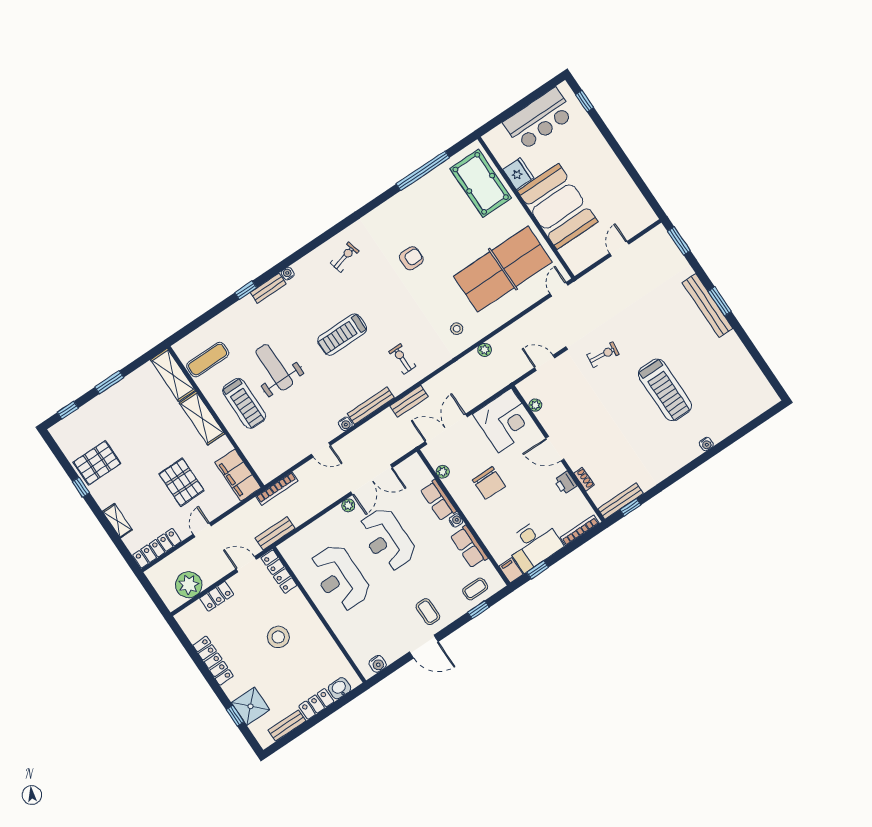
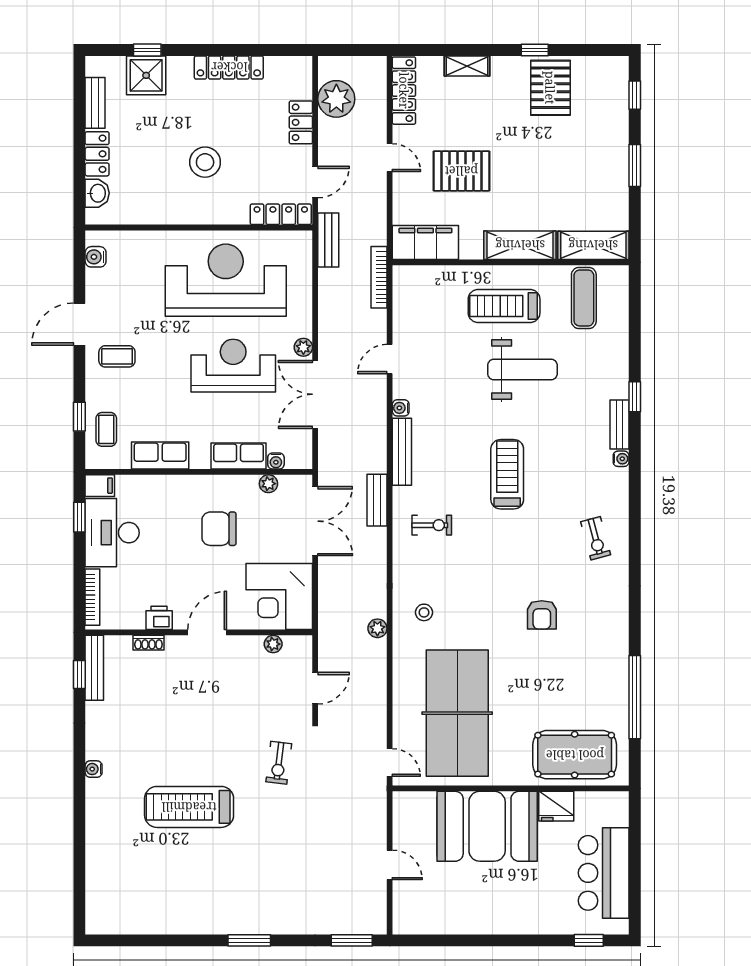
bench: (707, 306) -> (254, 923), removed
water cooler: (706, 444) -> (94, 769), moved
water cooler: (456, 520) -> (276, 461), moved
reception desk: (340, 578) -> (226, 280), width x1.36, depth x1.30

